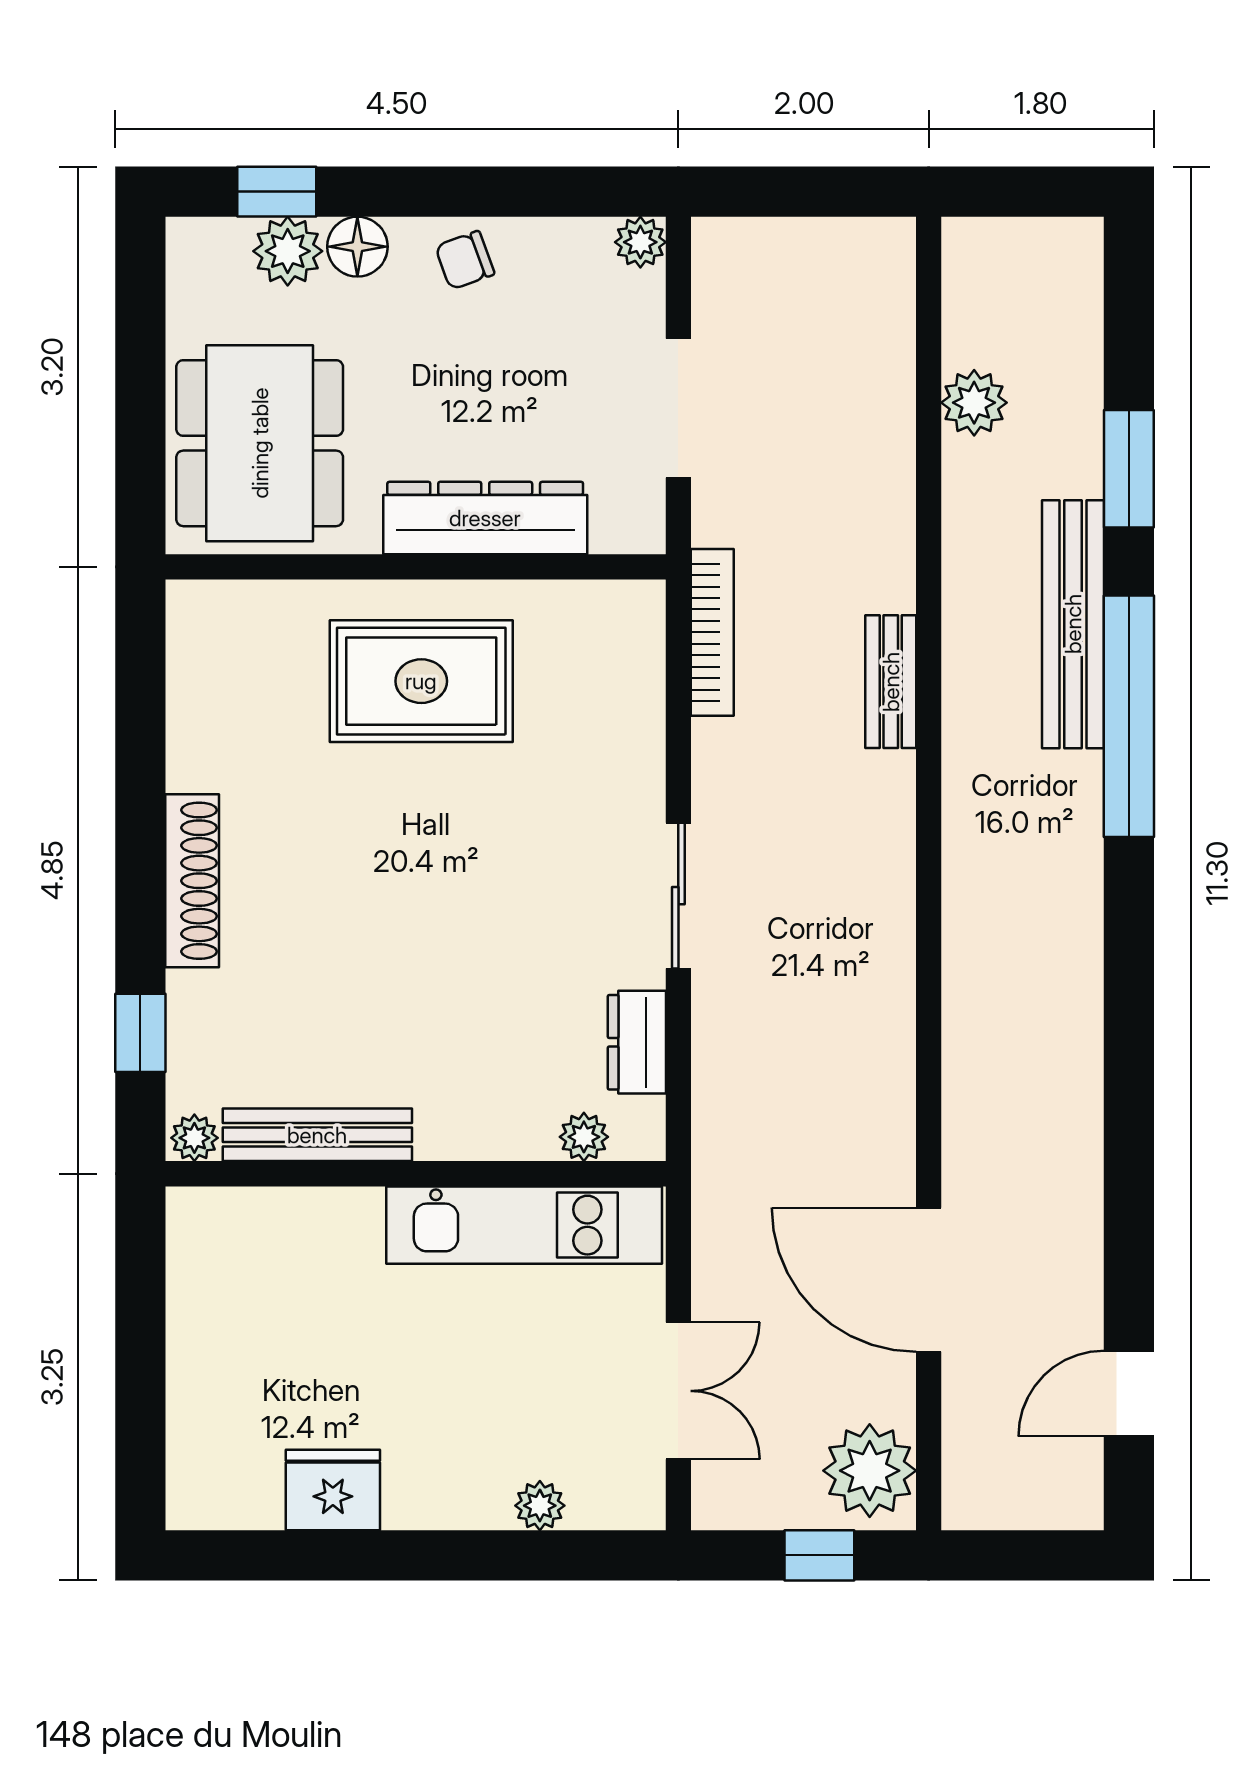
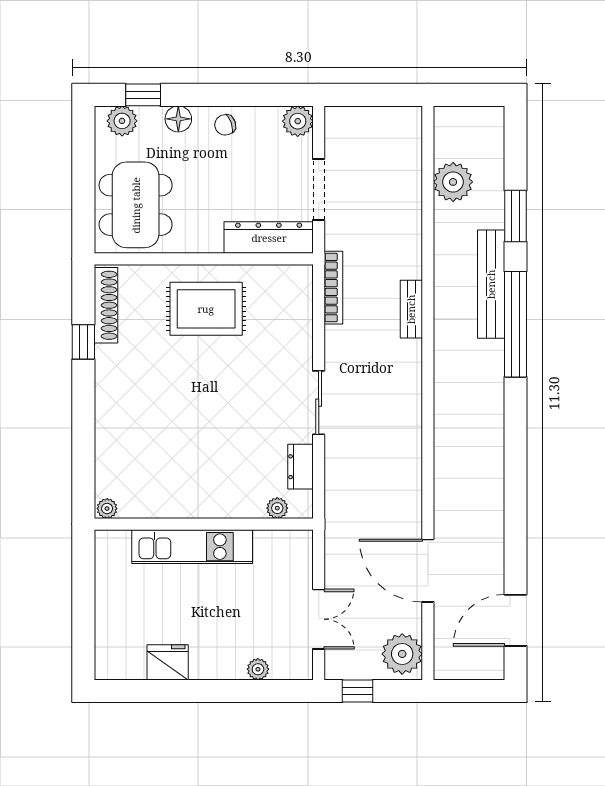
plant: (640, 242) -> (298, 121), width x1.38, depth x1.38
plant: (288, 251) -> (122, 121), moved
plant: (974, 403) -> (453, 182), width x1.36, depth x1.36
dresser: (485, 518) -> (269, 238), moved
shoe rack: (192, 881) -> (106, 305), moved
window: (140, 1033) -> (83, 342), moved
bench: (317, 1135) -> (161, 507), removed
kitchen unit: (524, 1225) -> (192, 547), moved
door: (1129, 1394) -> (515, 620), width x1.38
window: (819, 1555) -> (358, 691), moved

